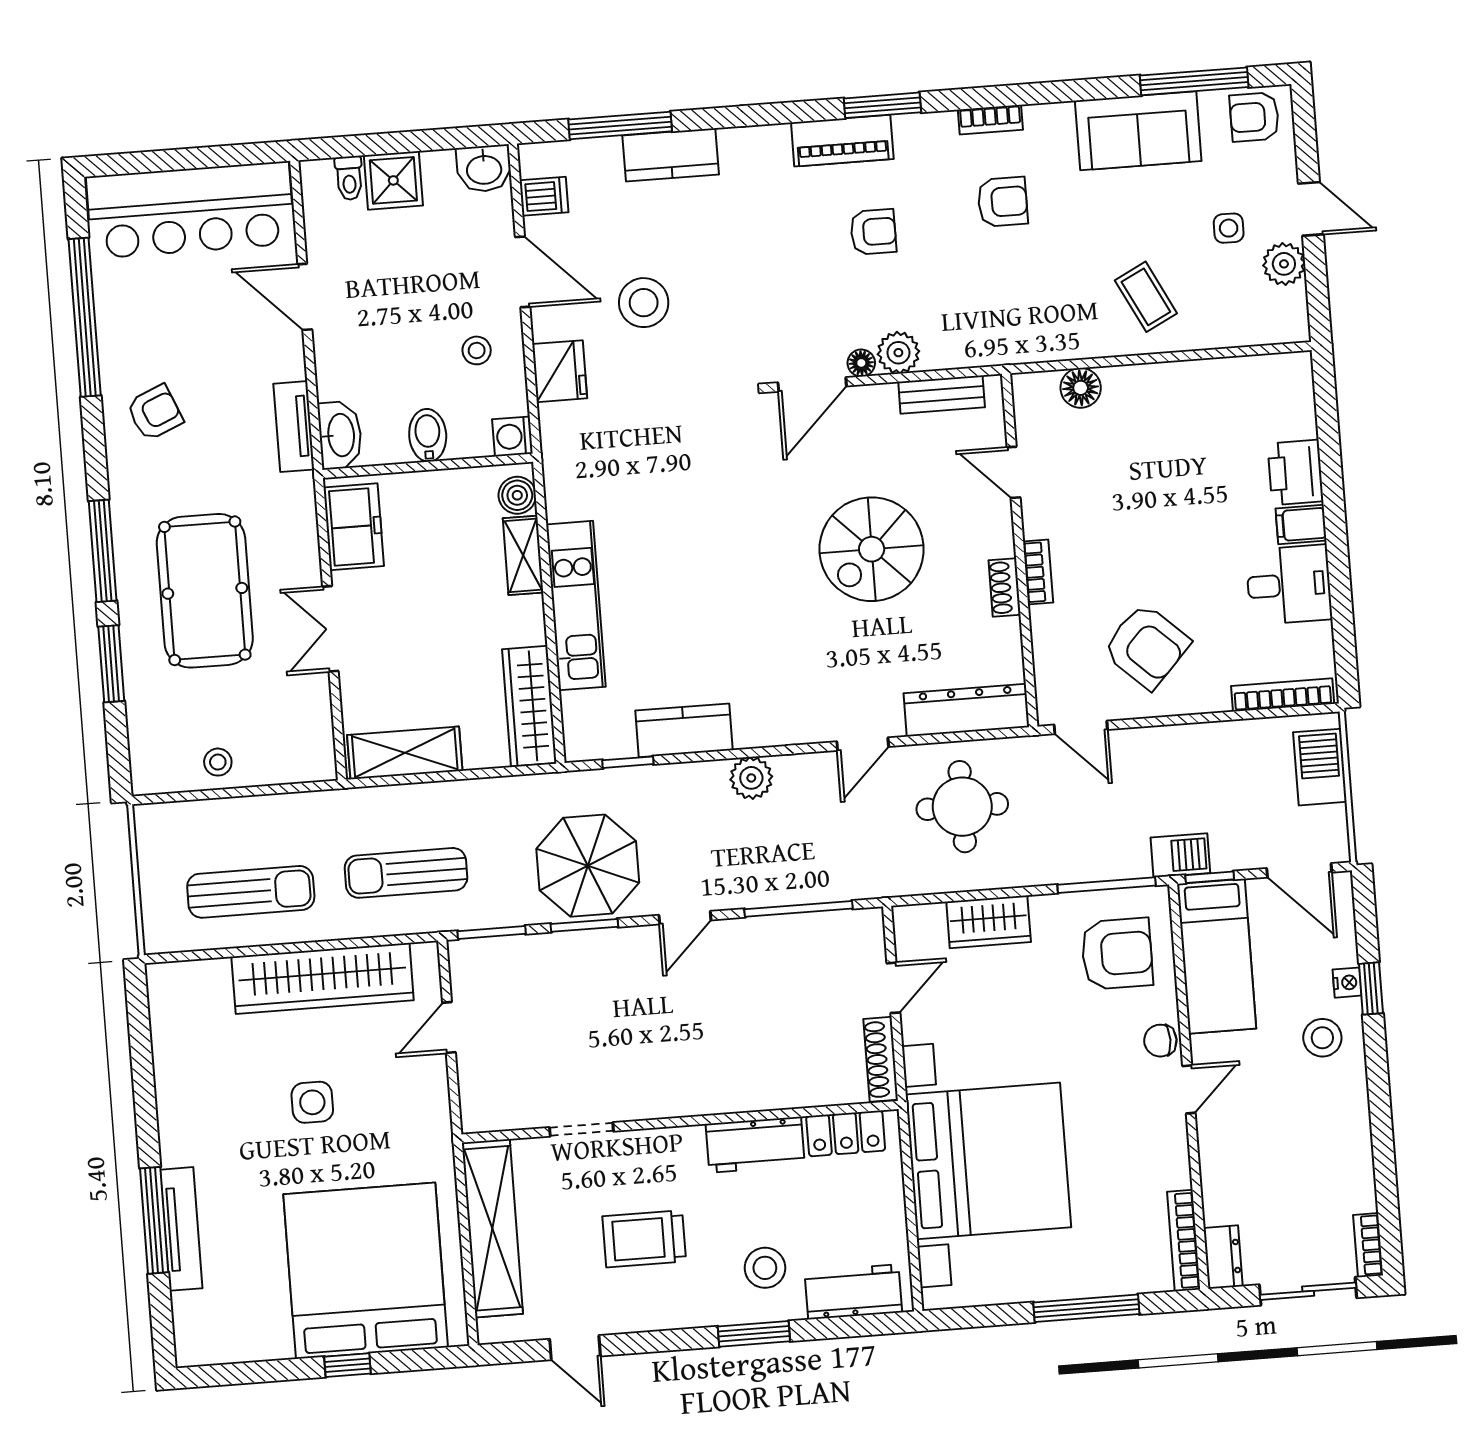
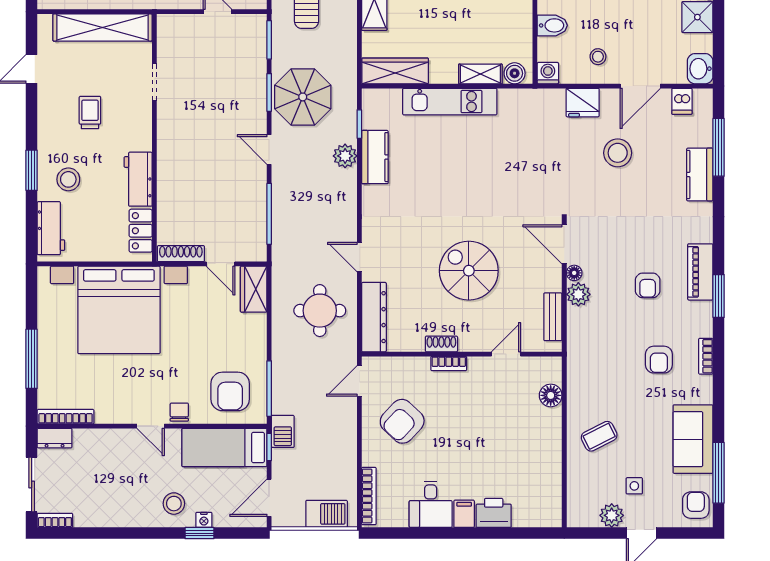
plant: (751, 778) -> (345, 156), moved
wardrobe: (989, 922) -> (254, 289), moved
trolley: (644, 1239) -> (90, 113), width x0.73, depth x0.72

